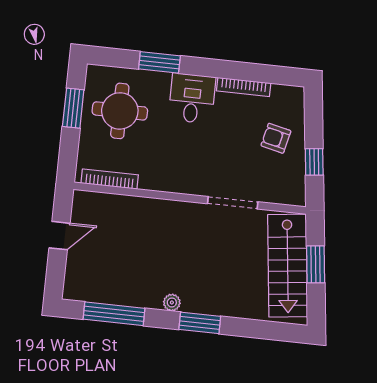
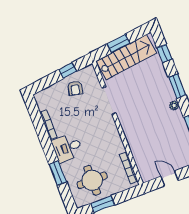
armchair: (276, 138) -> (75, 88), moved
window: (262, 330) -> (164, 53), added

